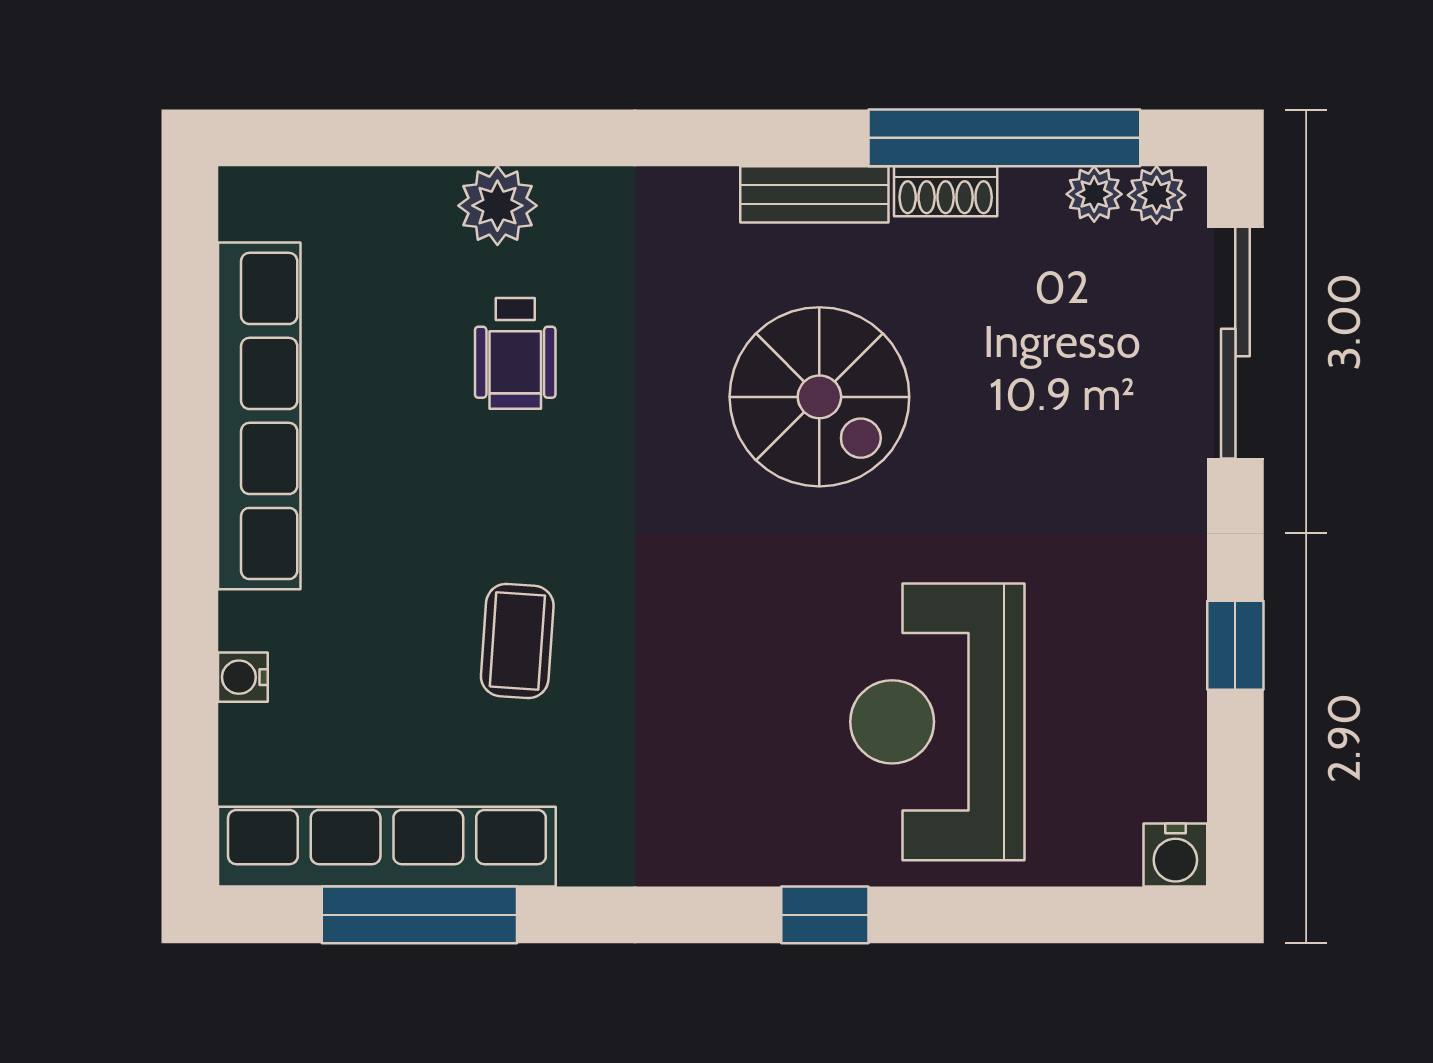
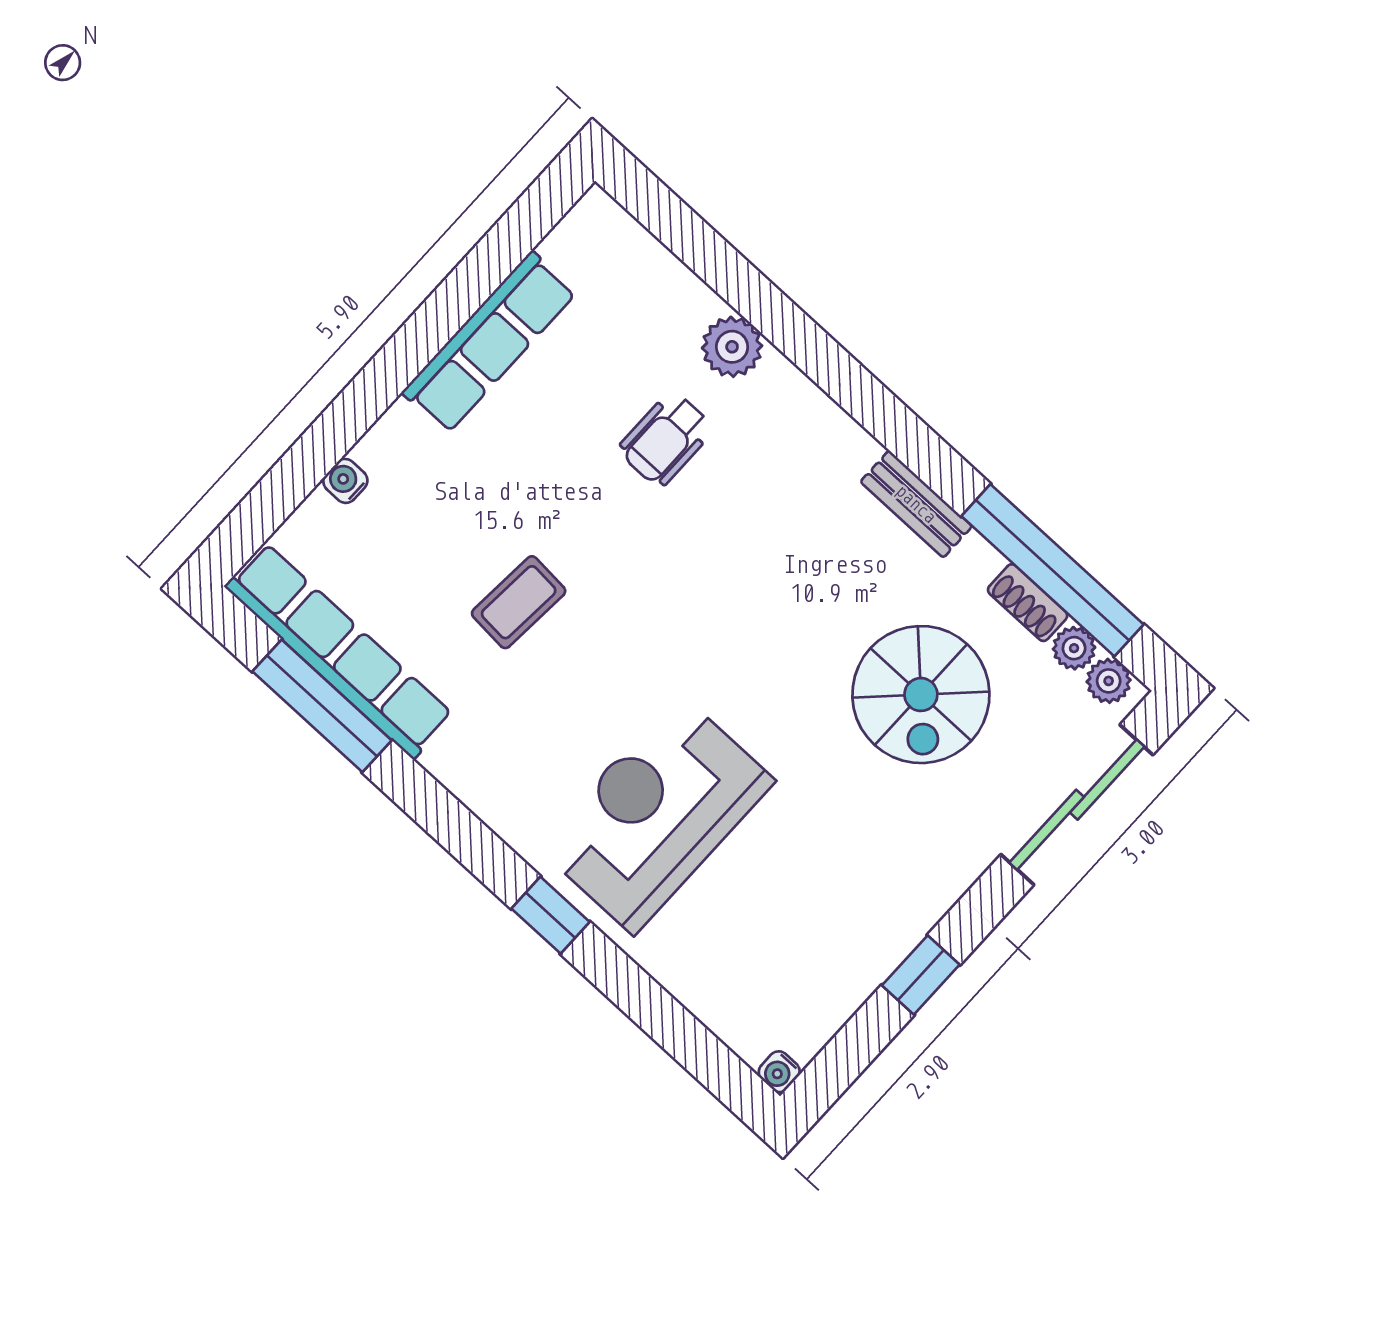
shoe rack: (946, 191) -> (1028, 603), moved
spiral stairs: (819, 397) -> (921, 695), moved
row of seats: (259, 416) -> (489, 342), width x0.73
reception desk: (937, 722) -> (656, 814), moved
water cooler: (1175, 855) -> (779, 1072), width x0.72, depth x0.72

